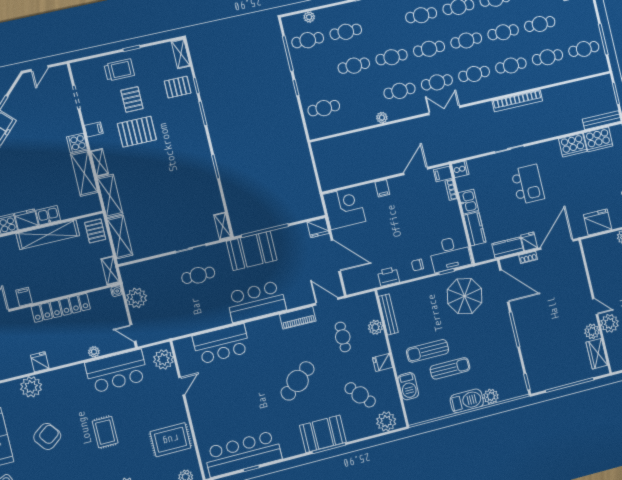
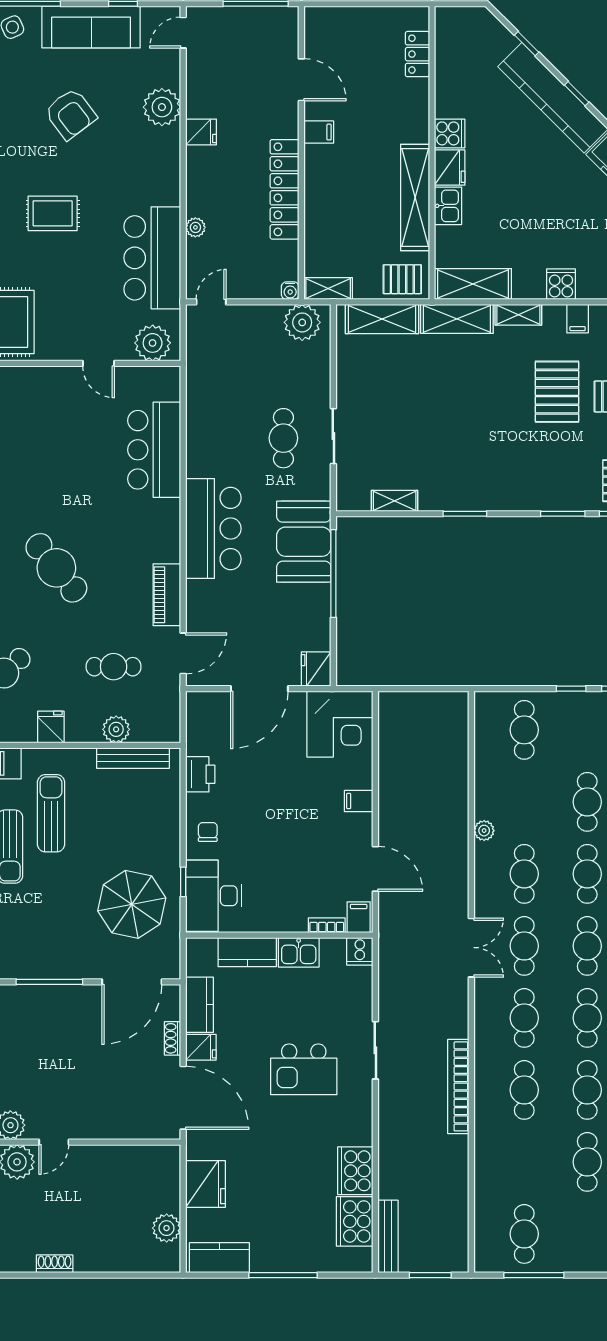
cafe table: (548, 57) -> (524, 1162), removed
shelving: (84, 173) -> (473, 284), moved
shelving: (222, 226) -> (395, 501), moved
plant: (137, 298) -> (302, 322), moved

